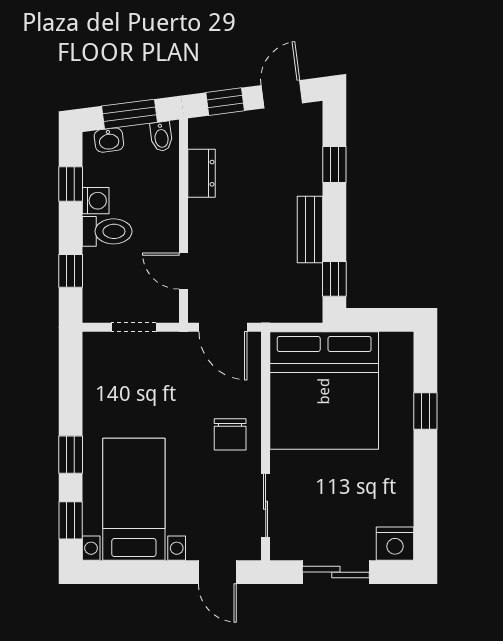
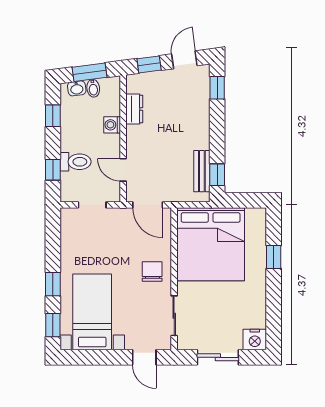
bidet: (161, 136) -> (93, 88), moved
window: (334, 165) -> (217, 88), moved
washing machine: (96, 201) -> (112, 125), moved, turned 180
bench: (310, 230) -> (202, 171), moved
toilet: (107, 231) -> (76, 162), moved
chair: (230, 434) -> (152, 272), turned 180

